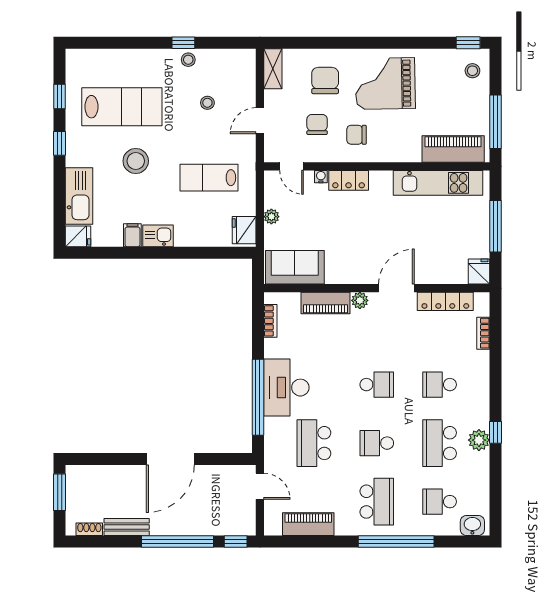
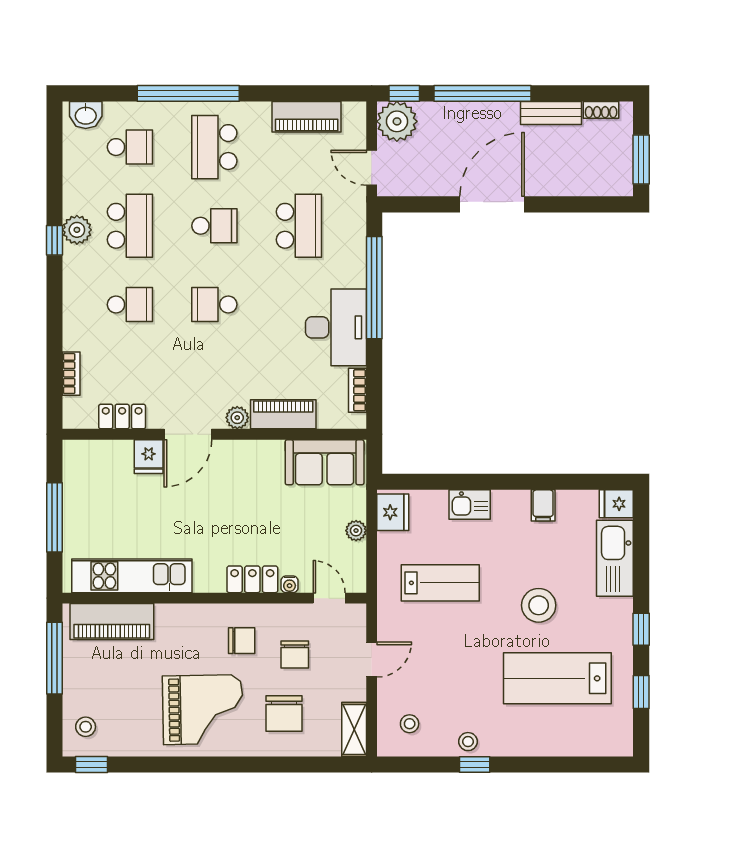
stool: (207, 103) -> (410, 724), moved
kitchen sink: (158, 236) -> (470, 505), moved
fridge: (479, 272) -> (149, 457), moved
locker: (445, 301) -> (122, 417), width x0.66
desk: (286, 388) -> (336, 327), moved
plant: (241, 521) -> (397, 121), added

